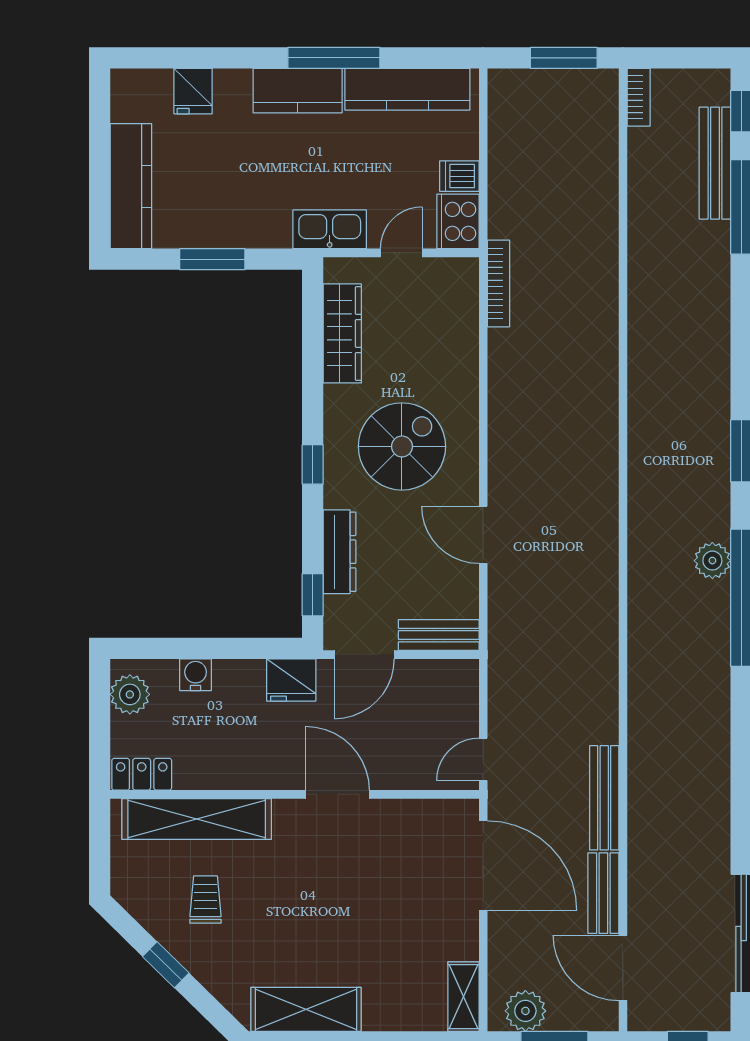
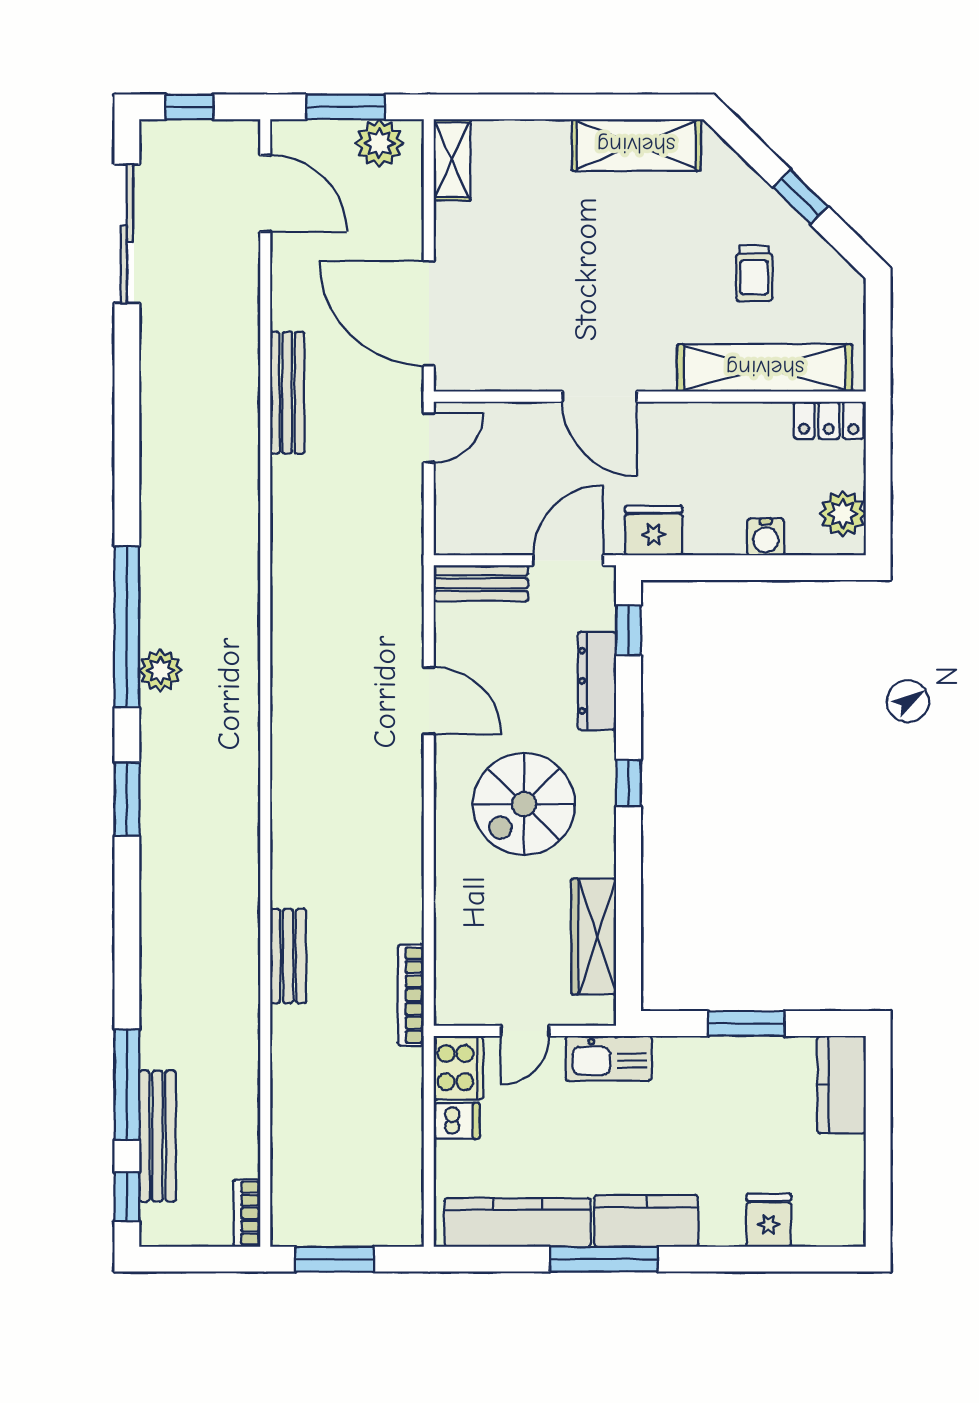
kitchen counter: (131, 186) -> (841, 1085), width x0.67
bench: (603, 893) -> (288, 956), moved

